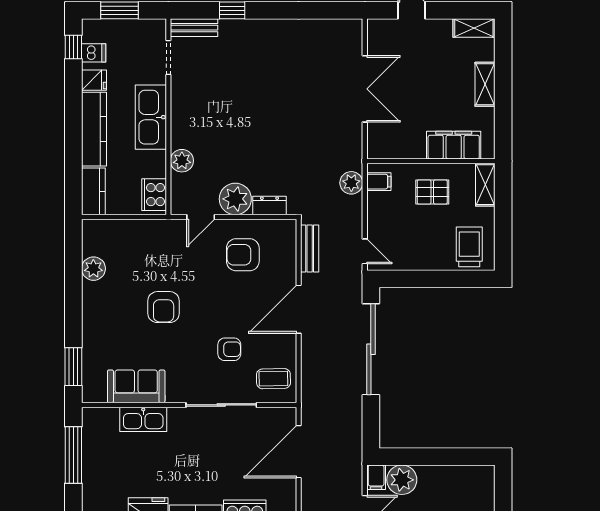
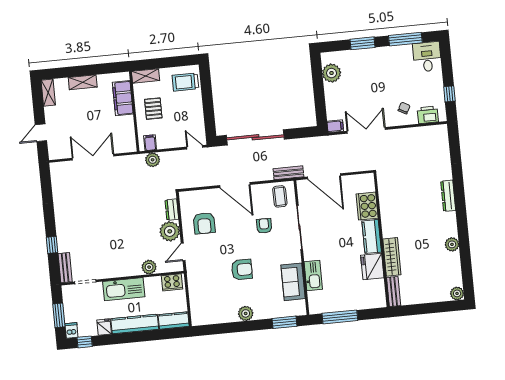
dishwasher: (94, 53) -> (71, 330), moved
door: (201, 217) -> (183, 252), swing flipped
bench: (310, 249) -> (288, 173), moved
door: (365, 251) -> (195, 147), hinge flipped
plant: (93, 269) -> (246, 313), moved
plant: (402, 480) -> (332, 73), moved

